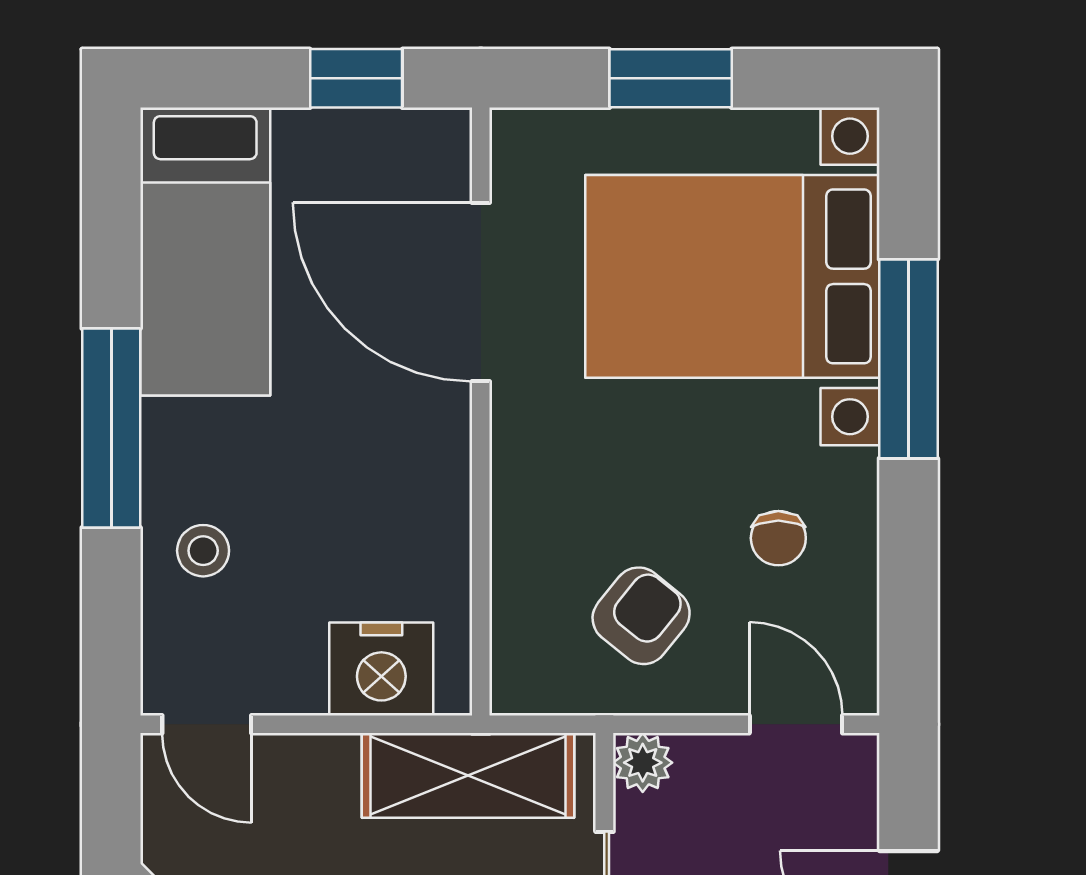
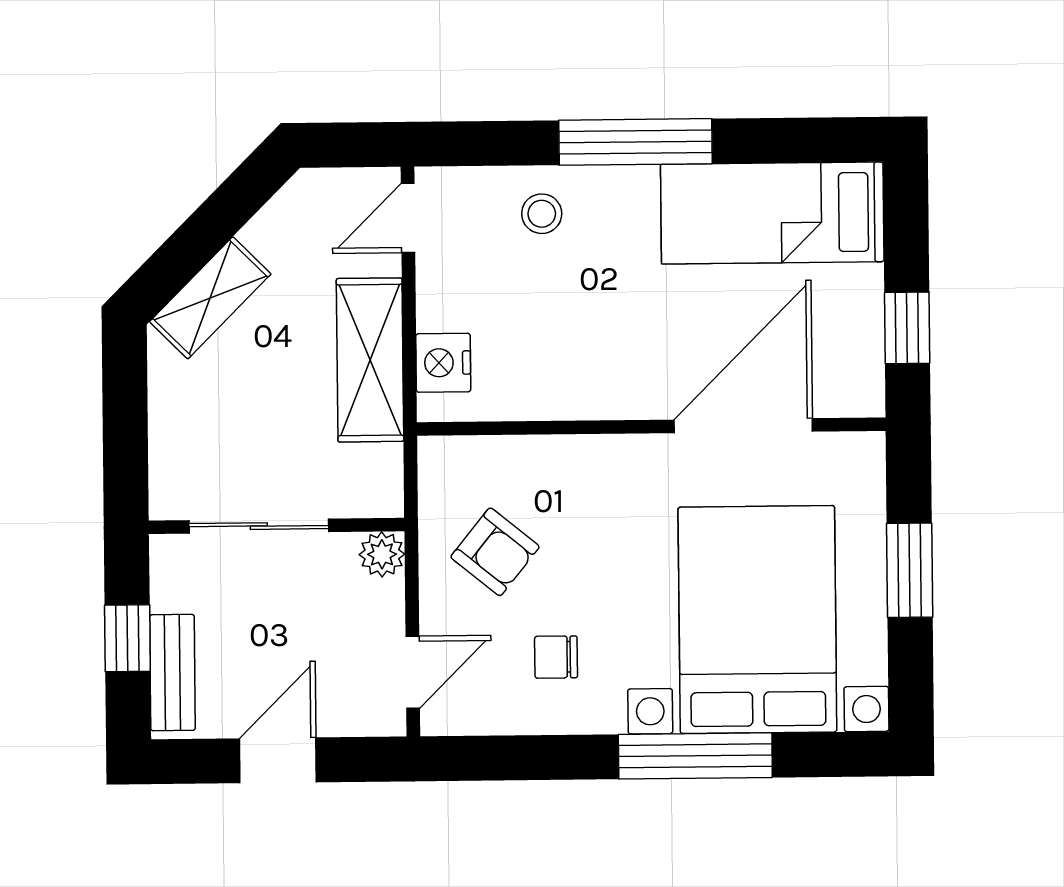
nightstand: (381, 669) -> (443, 363), width x0.74, depth x0.75
shelving: (468, 775) -> (370, 360), moved

